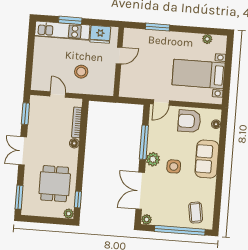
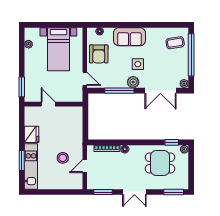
door: (119, 56) -> (48, 104), moved
wall: (119, 62) -> (54, 104), moved
stool: (81, 72) -> (63, 158), moved

